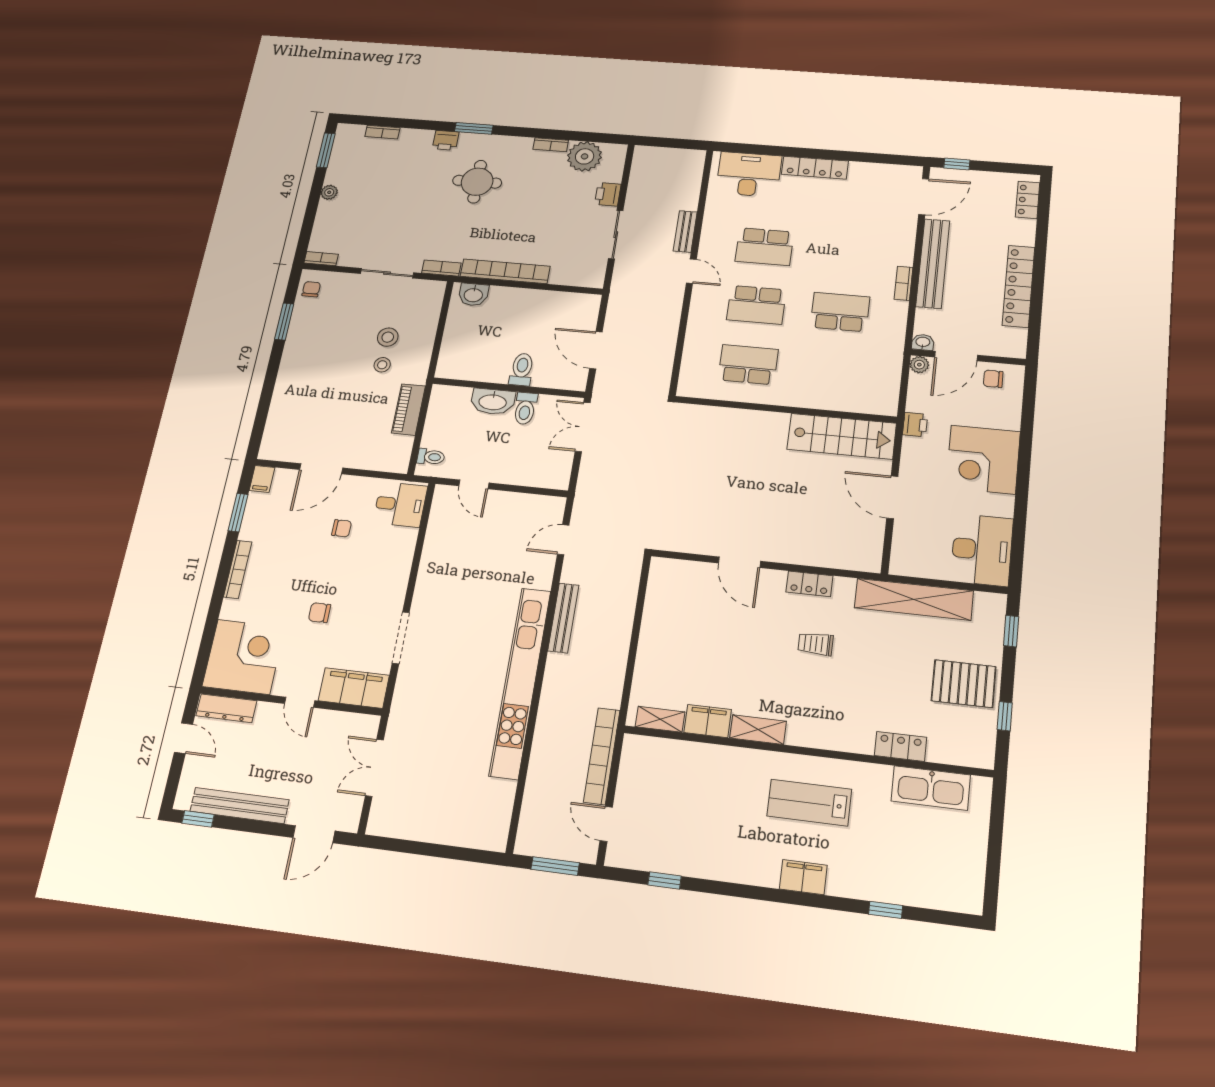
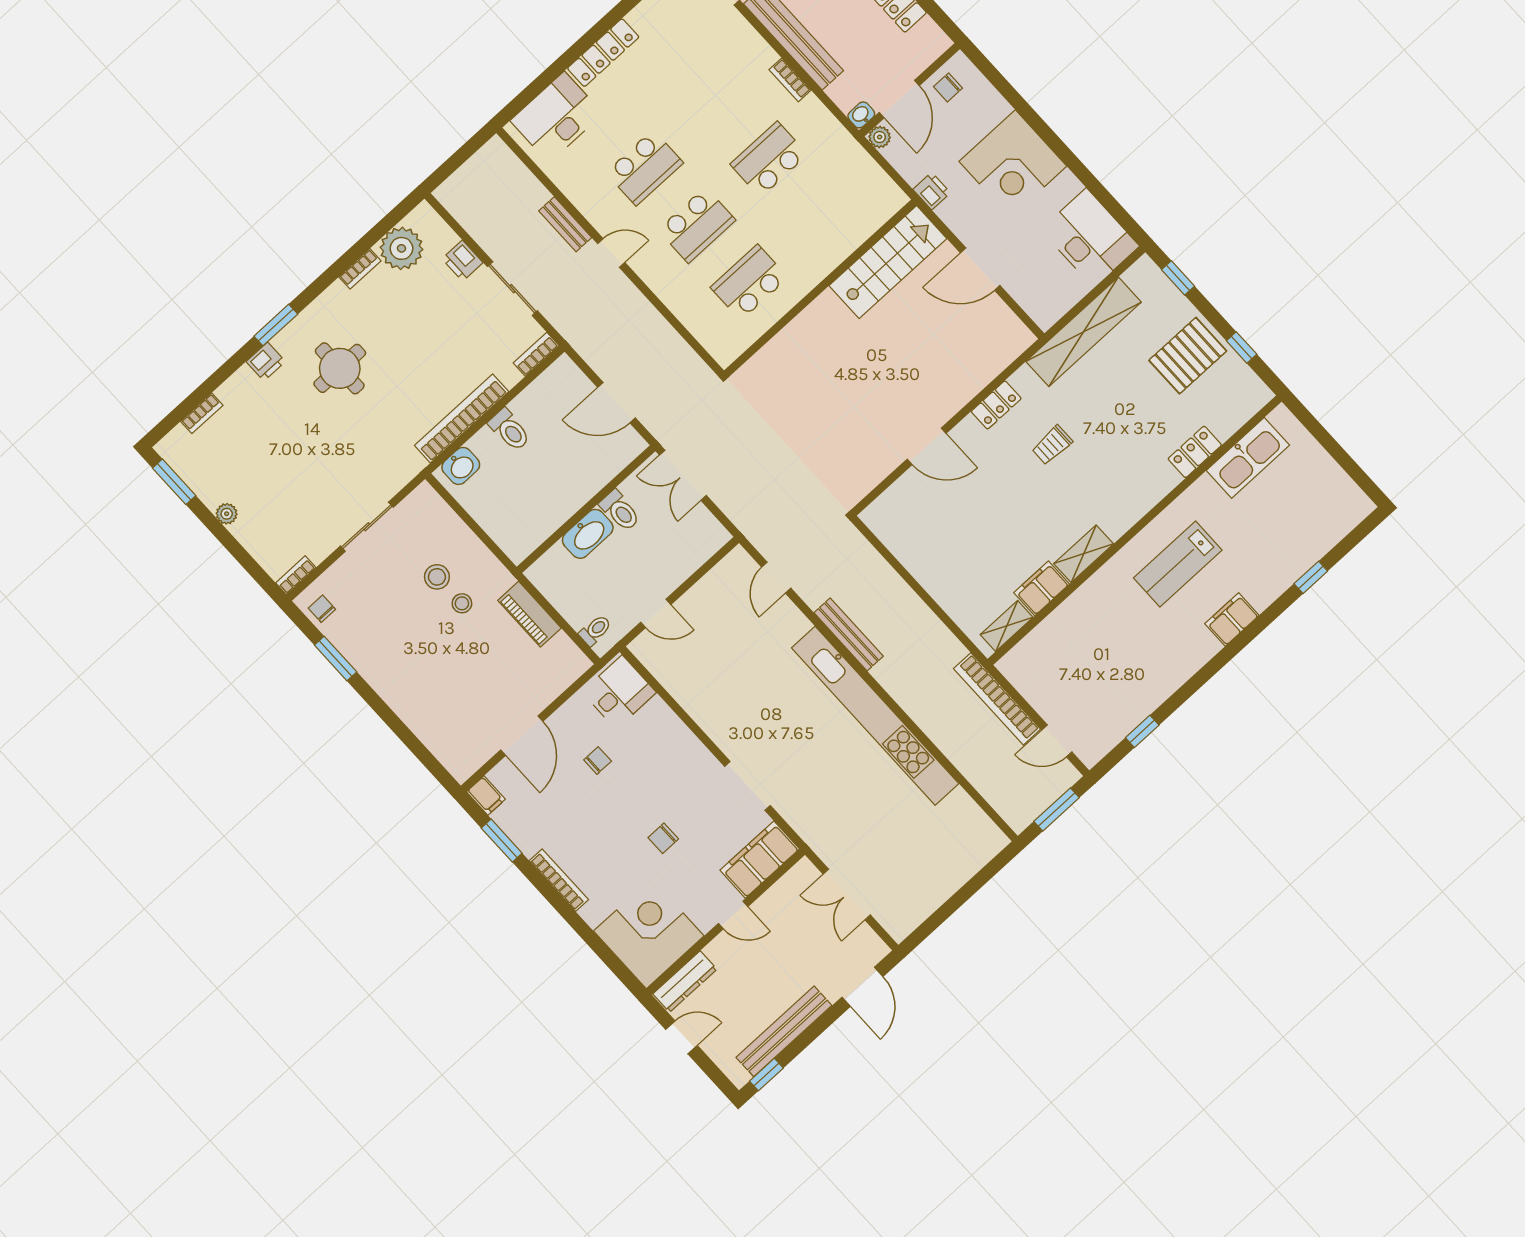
bookcase: (441, 268) -> (536, 354), moved
toilet: (522, 370) -> (509, 430), moved, turned 180

